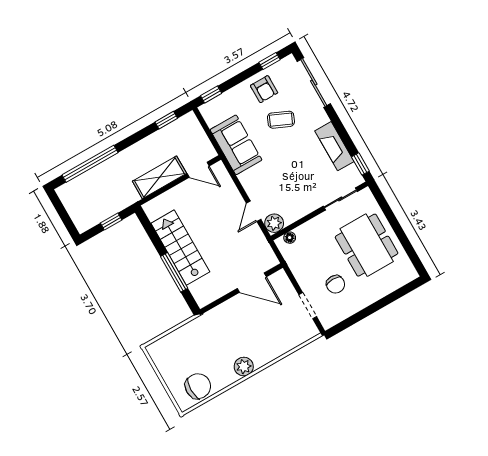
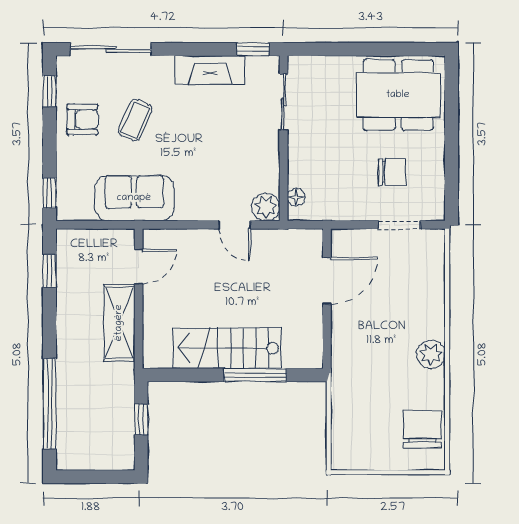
dining table: (367, 245) -> (398, 95), moved

